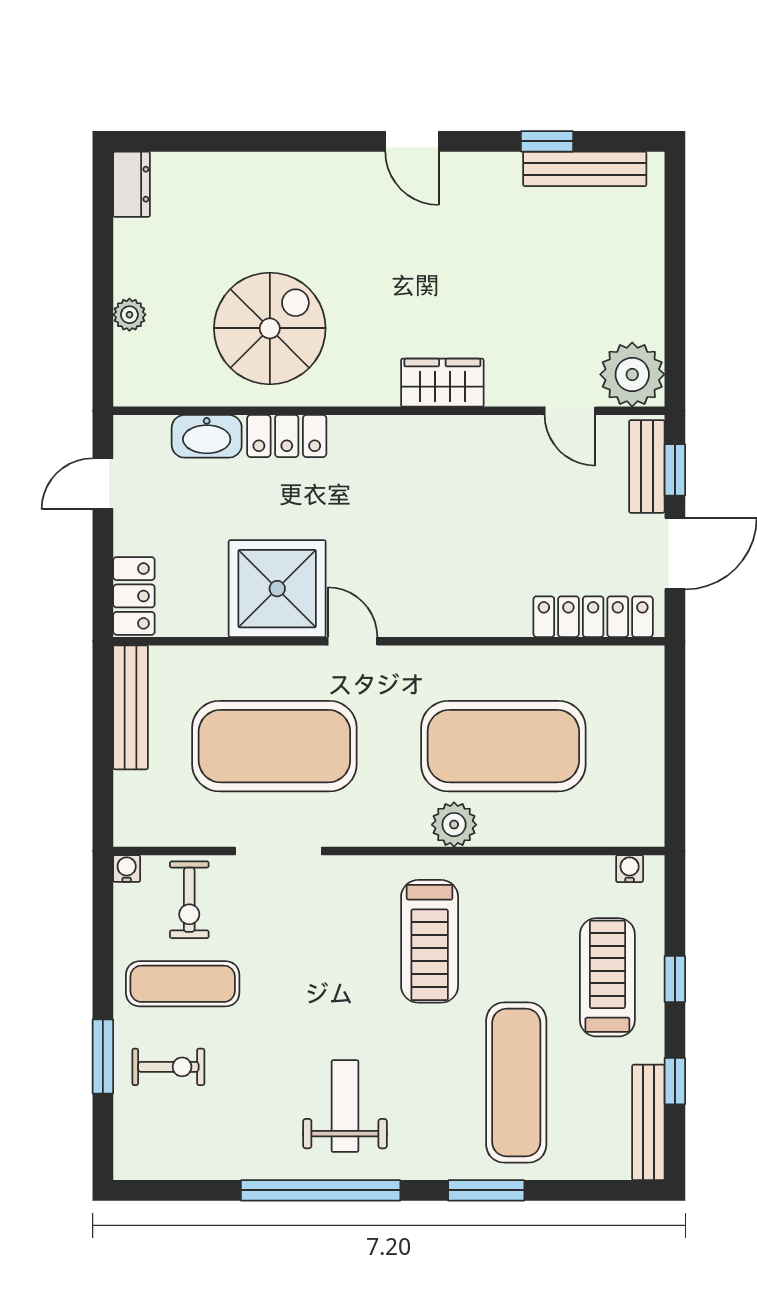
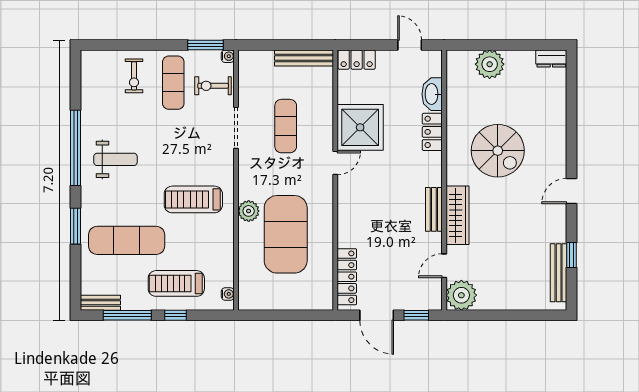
plant: (129, 315) -> (490, 64), width x1.87, depth x1.87
spiral stairs: (270, 328) -> (498, 151), moved
wardrobe: (442, 383) -> (457, 215), width x1.50
bench: (647, 466) -> (434, 209), moved, turned 90
exercise mat: (274, 746) -> (286, 126), width x0.50, depth x0.69
treadmill: (607, 977) -> (176, 283), turned 180
window: (103, 1056) -> (206, 45), moved
window: (675, 1081) -> (127, 315), width x2.17
bench: (648, 1122) -> (100, 303), width x0.73

